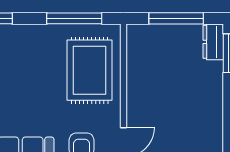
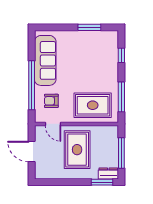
rug: (170, 98) -> (77, 150), added

